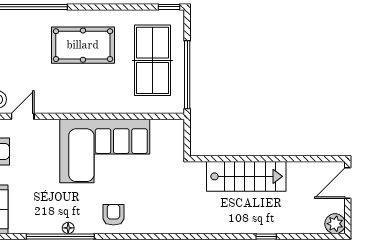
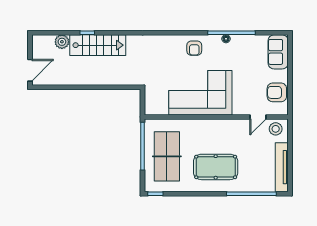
stairs: (246, 176) -> (98, 45), moved, turned 180
plant: (335, 224) -> (62, 42), moved

